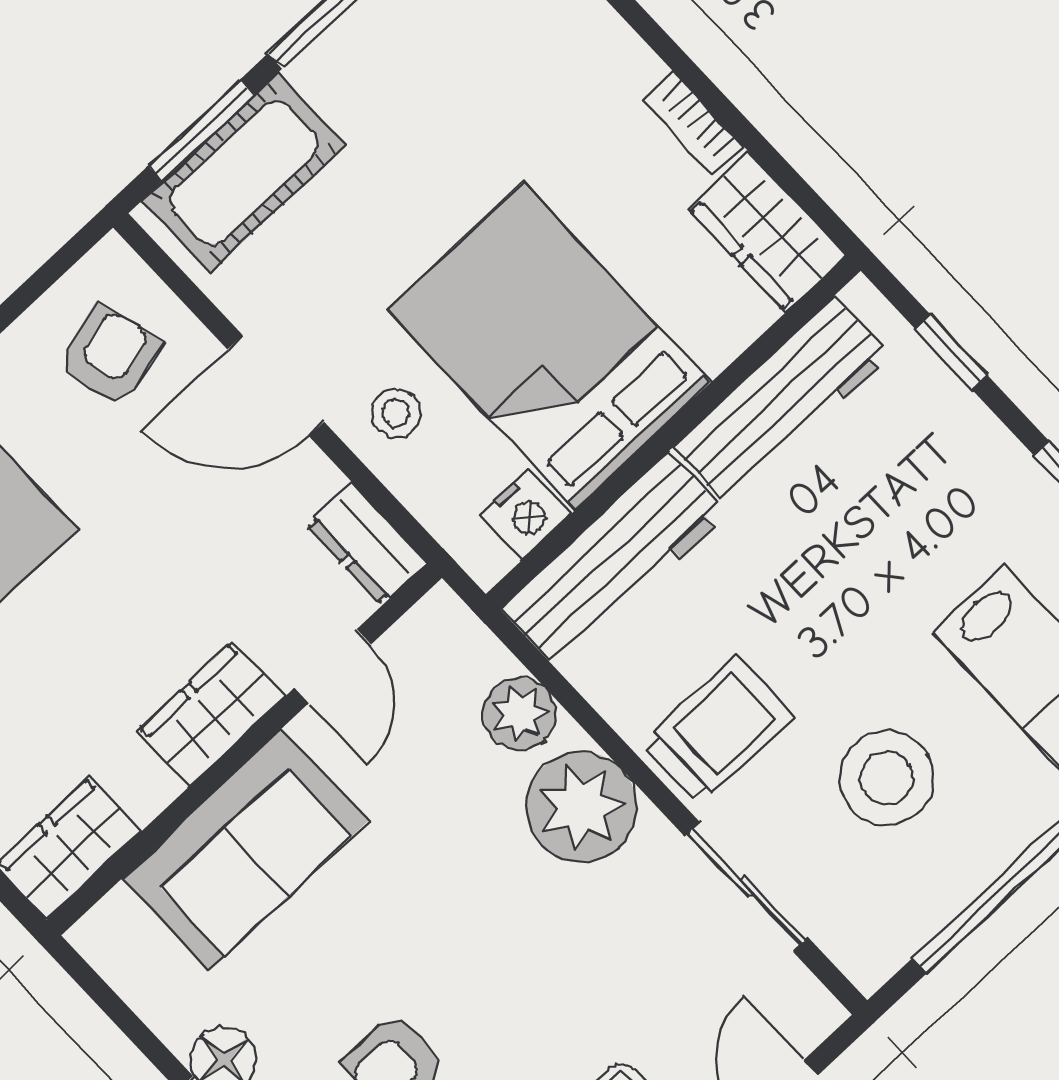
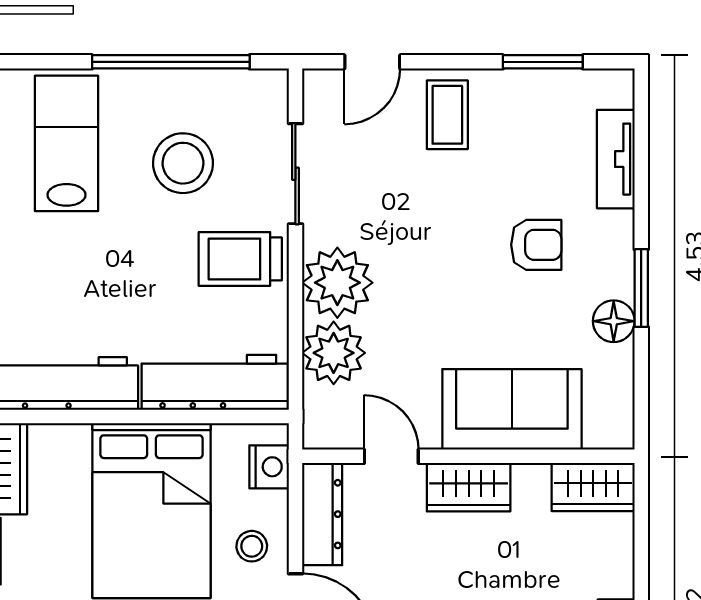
nightstand: (526, 514) -> (269, 467), moved, turned 90
dresser: (366, 544) -> (322, 514), width x1.44
door: (333, 666) -> (391, 456), hinge flipped
plant: (520, 714) -> (334, 353), width x1.36, depth x1.36

